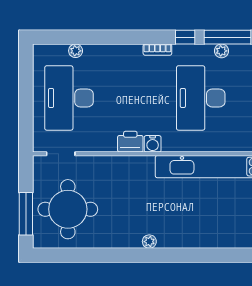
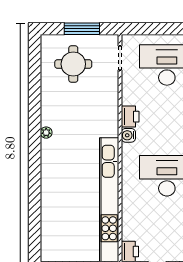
round table: (68, 209) -> (73, 64), width x0.73, depth x0.73
window: (26, 214) -> (82, 29), moved

